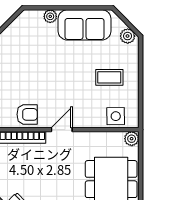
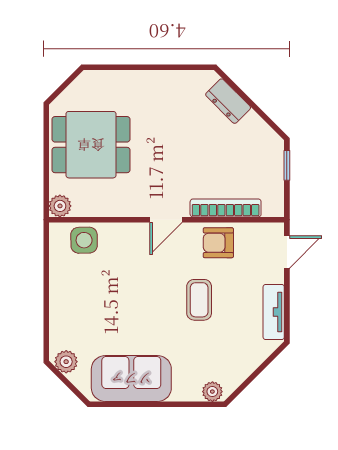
plant: (50, 16) -> (212, 392), moved
coffee table: (109, 77) -> (199, 300), moved, turned 90

